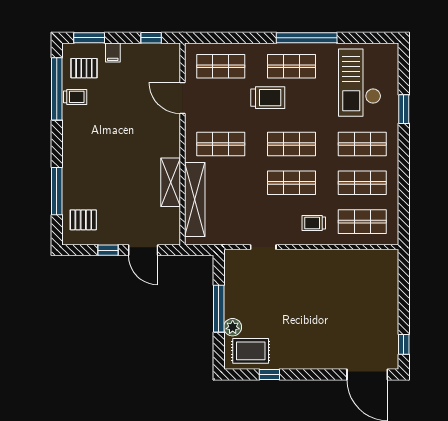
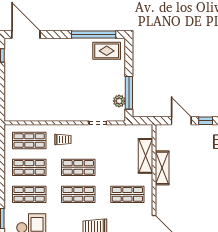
shelving: (195, 199) -> (145, 156), width x0.68
window: (219, 309) -> (129, 93), moved
plant: (233, 327) -> (119, 101), moved
window: (269, 375) -> (94, 34), width x3.17

